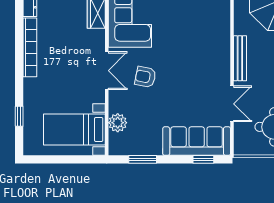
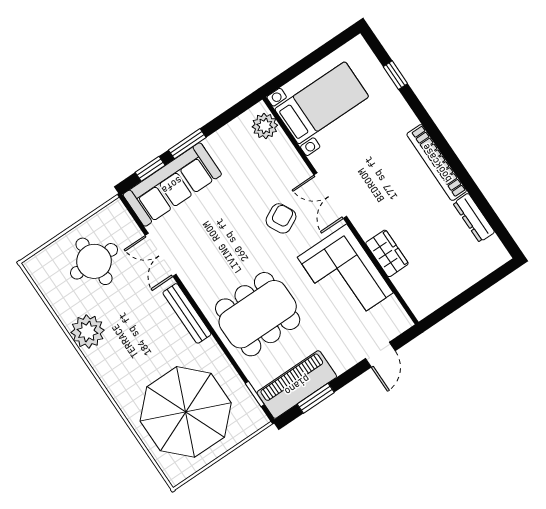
dining table: (198, 29) -> (258, 314), added
armchair: (145, 77) -> (281, 218), turned -38
plant: (118, 123) -> (265, 126), moved
window: (143, 159) -> (187, 144), moved

